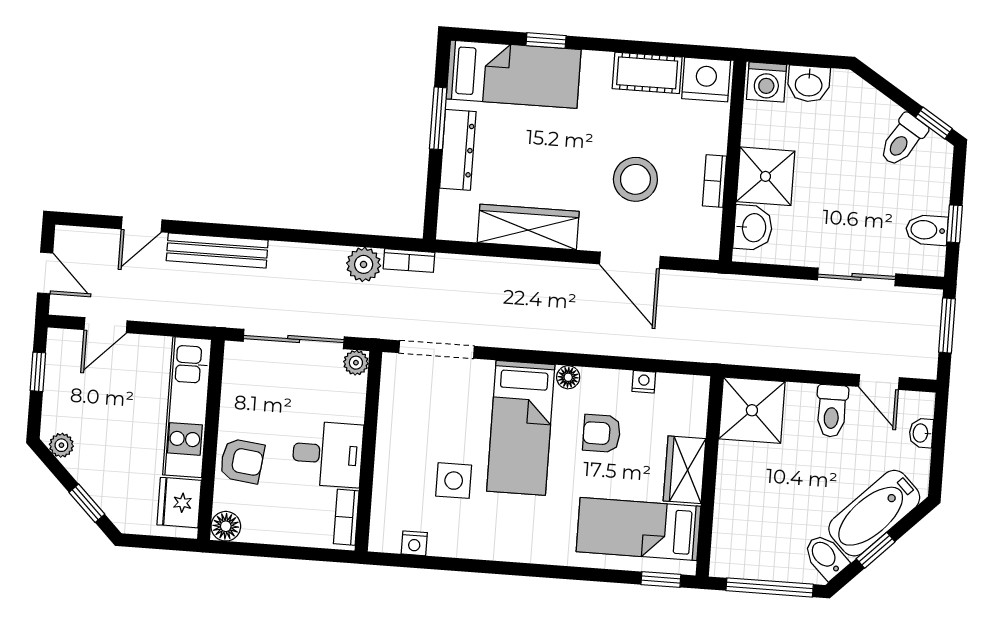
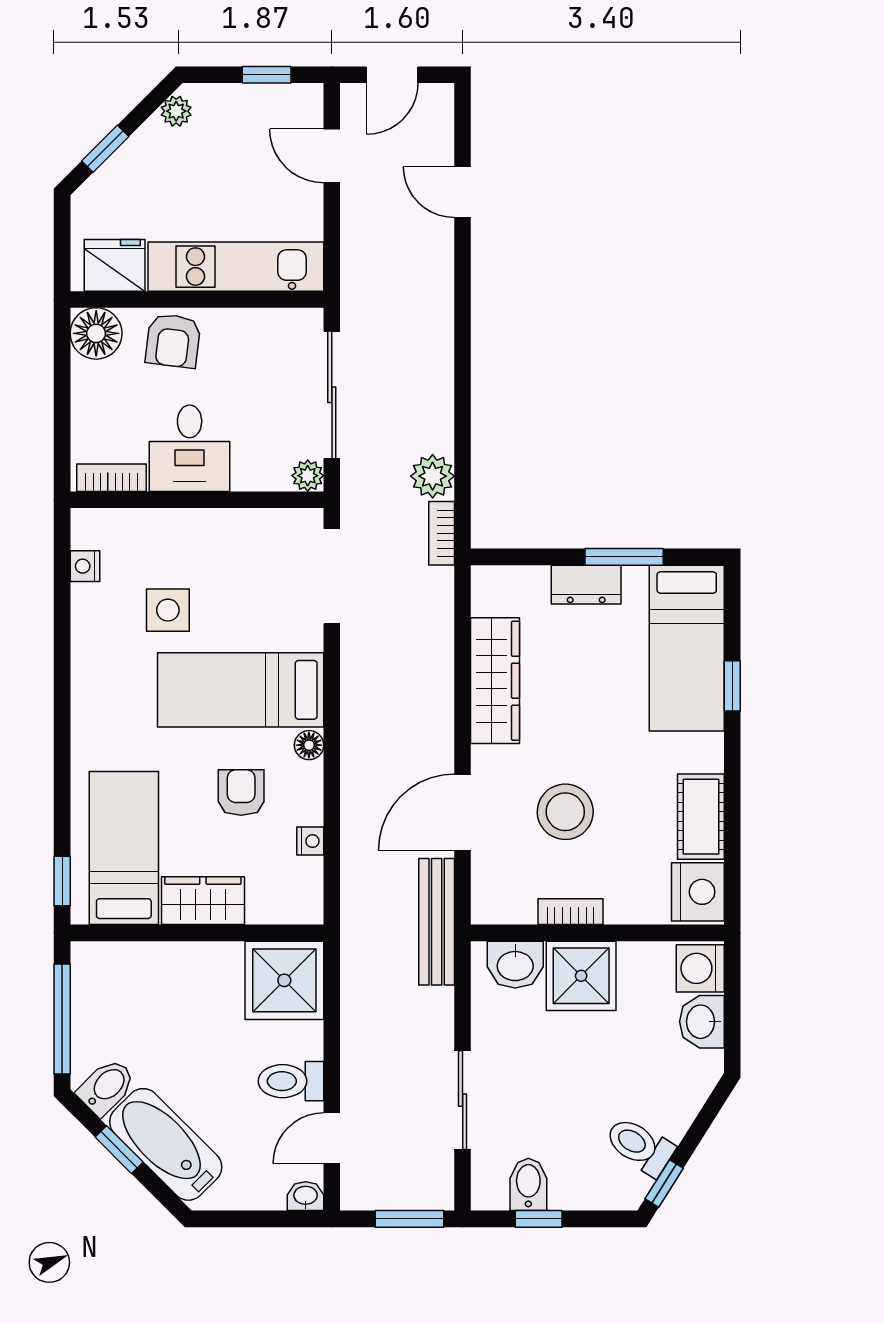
dresser: (458, 150) -> (586, 585), width x0.70
bench: (217, 250) -> (437, 922), moved
washbasin: (921, 433) -> (306, 1196), moved
floor lamp: (226, 526) -> (96, 333), width x1.38, depth x1.38

